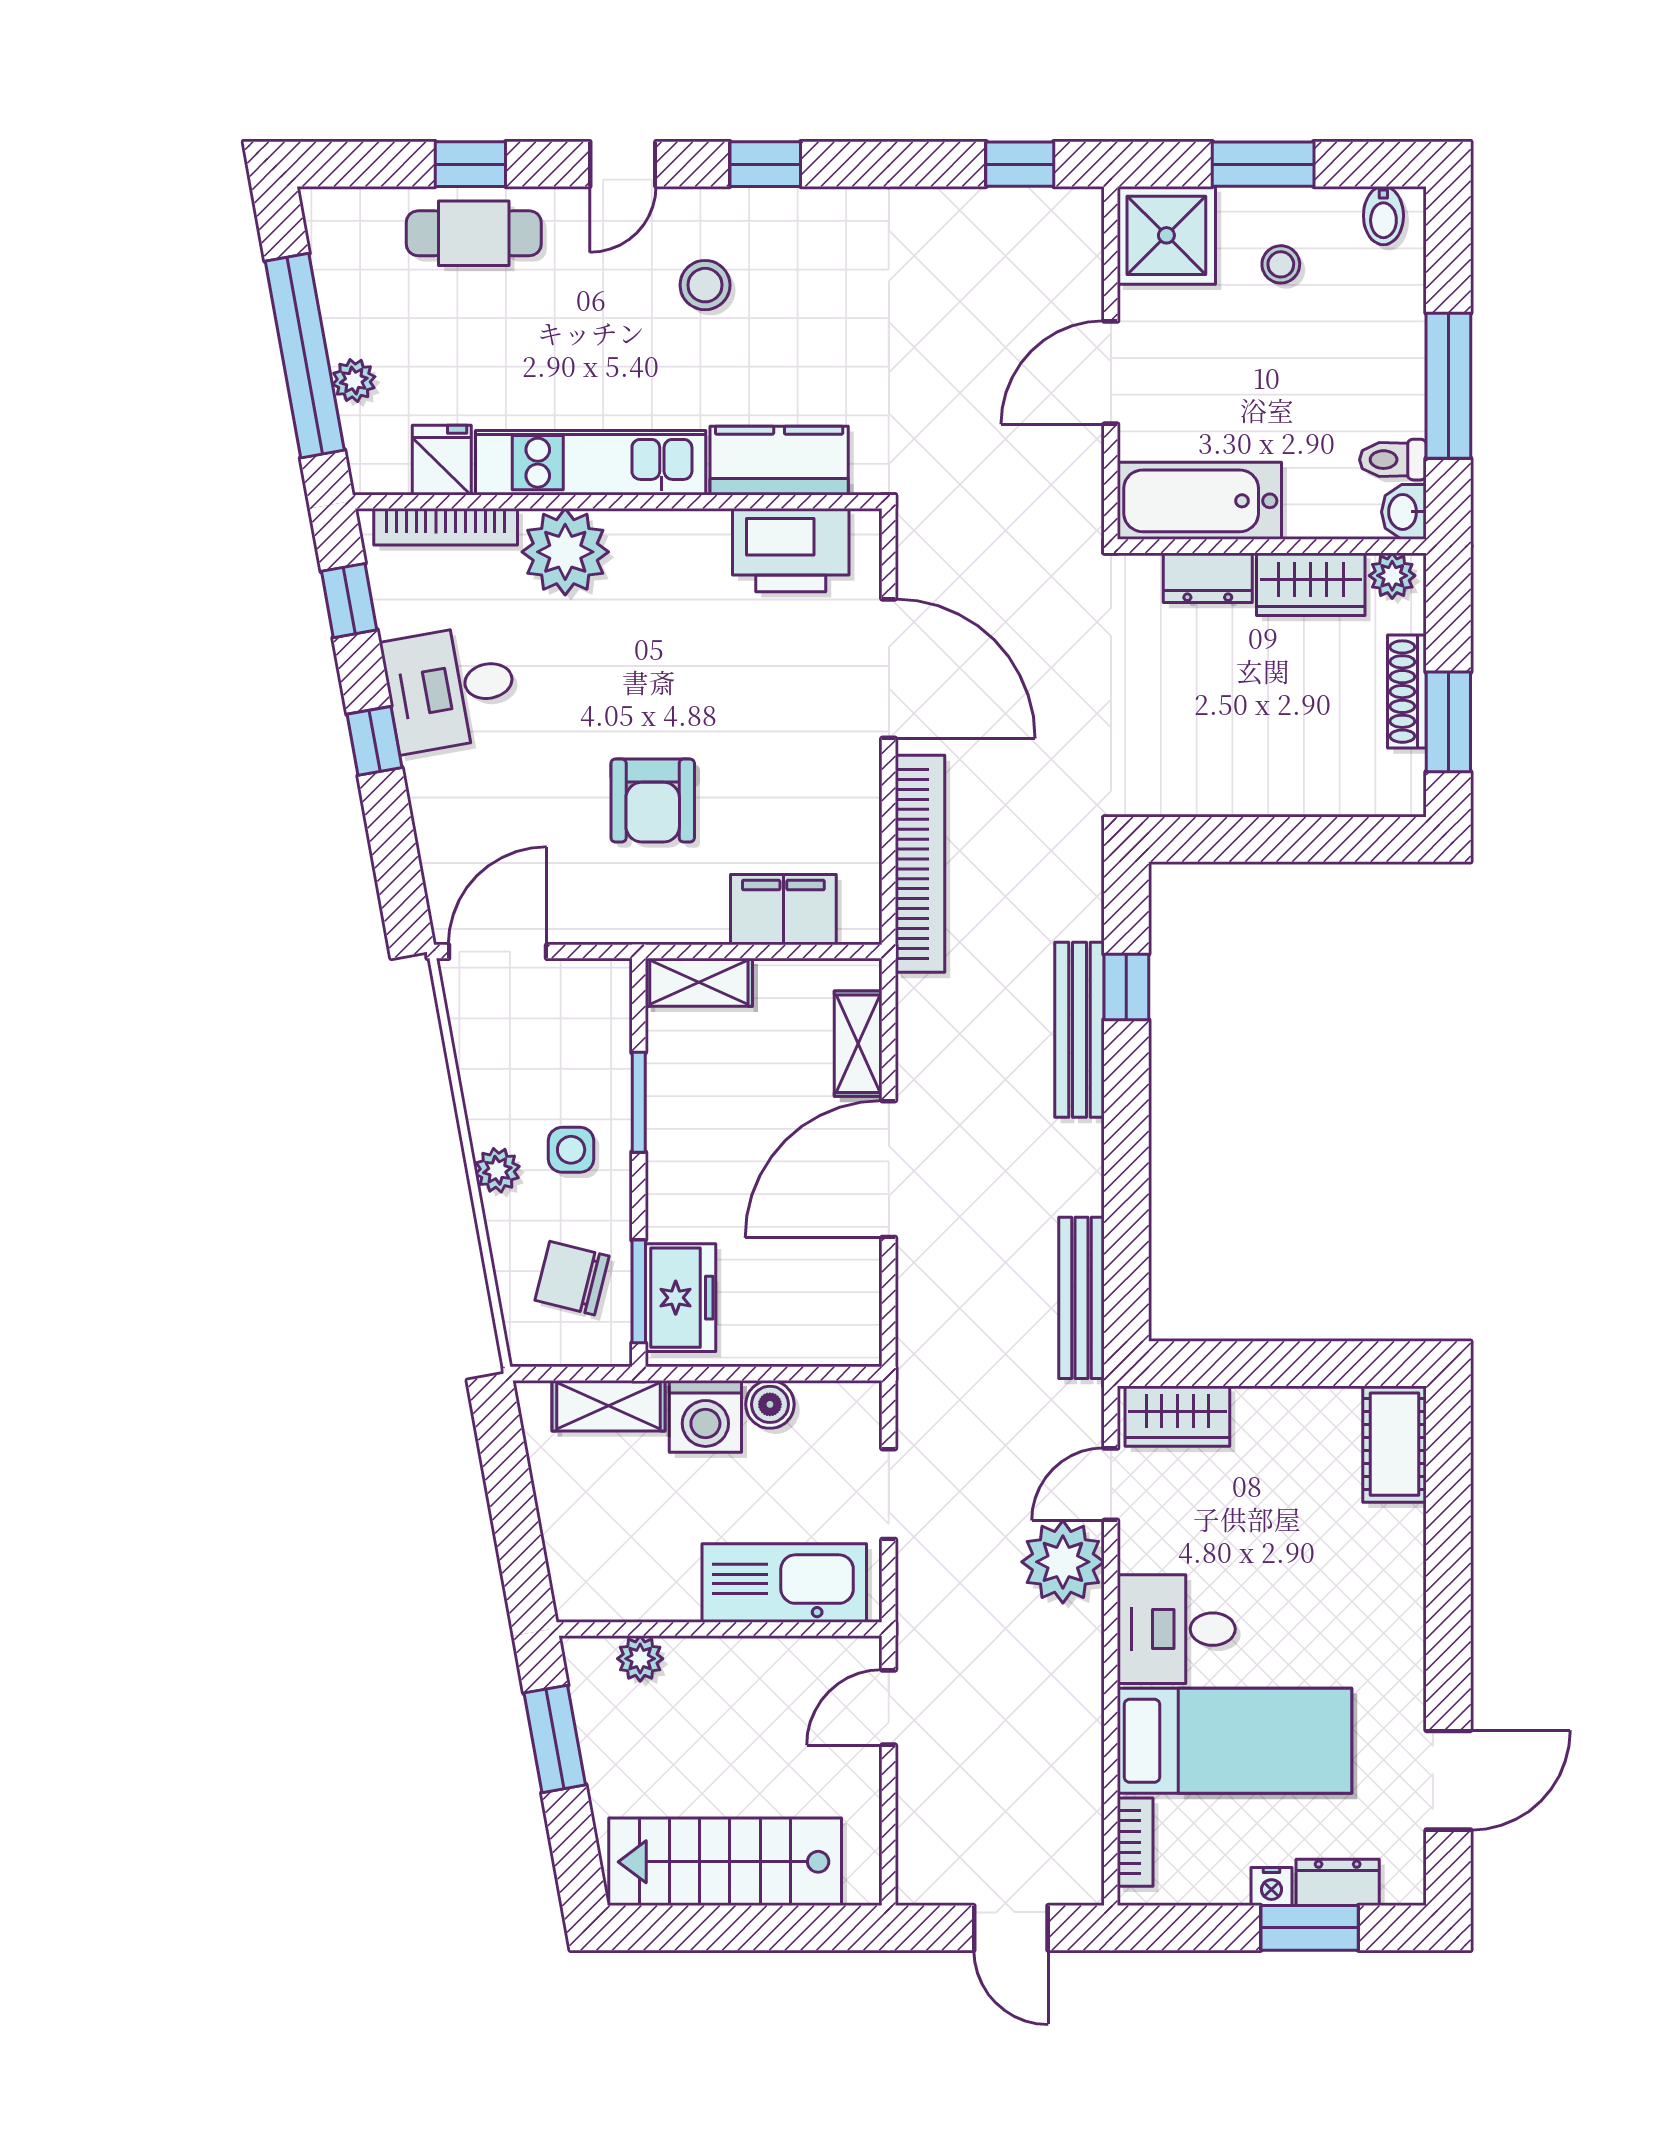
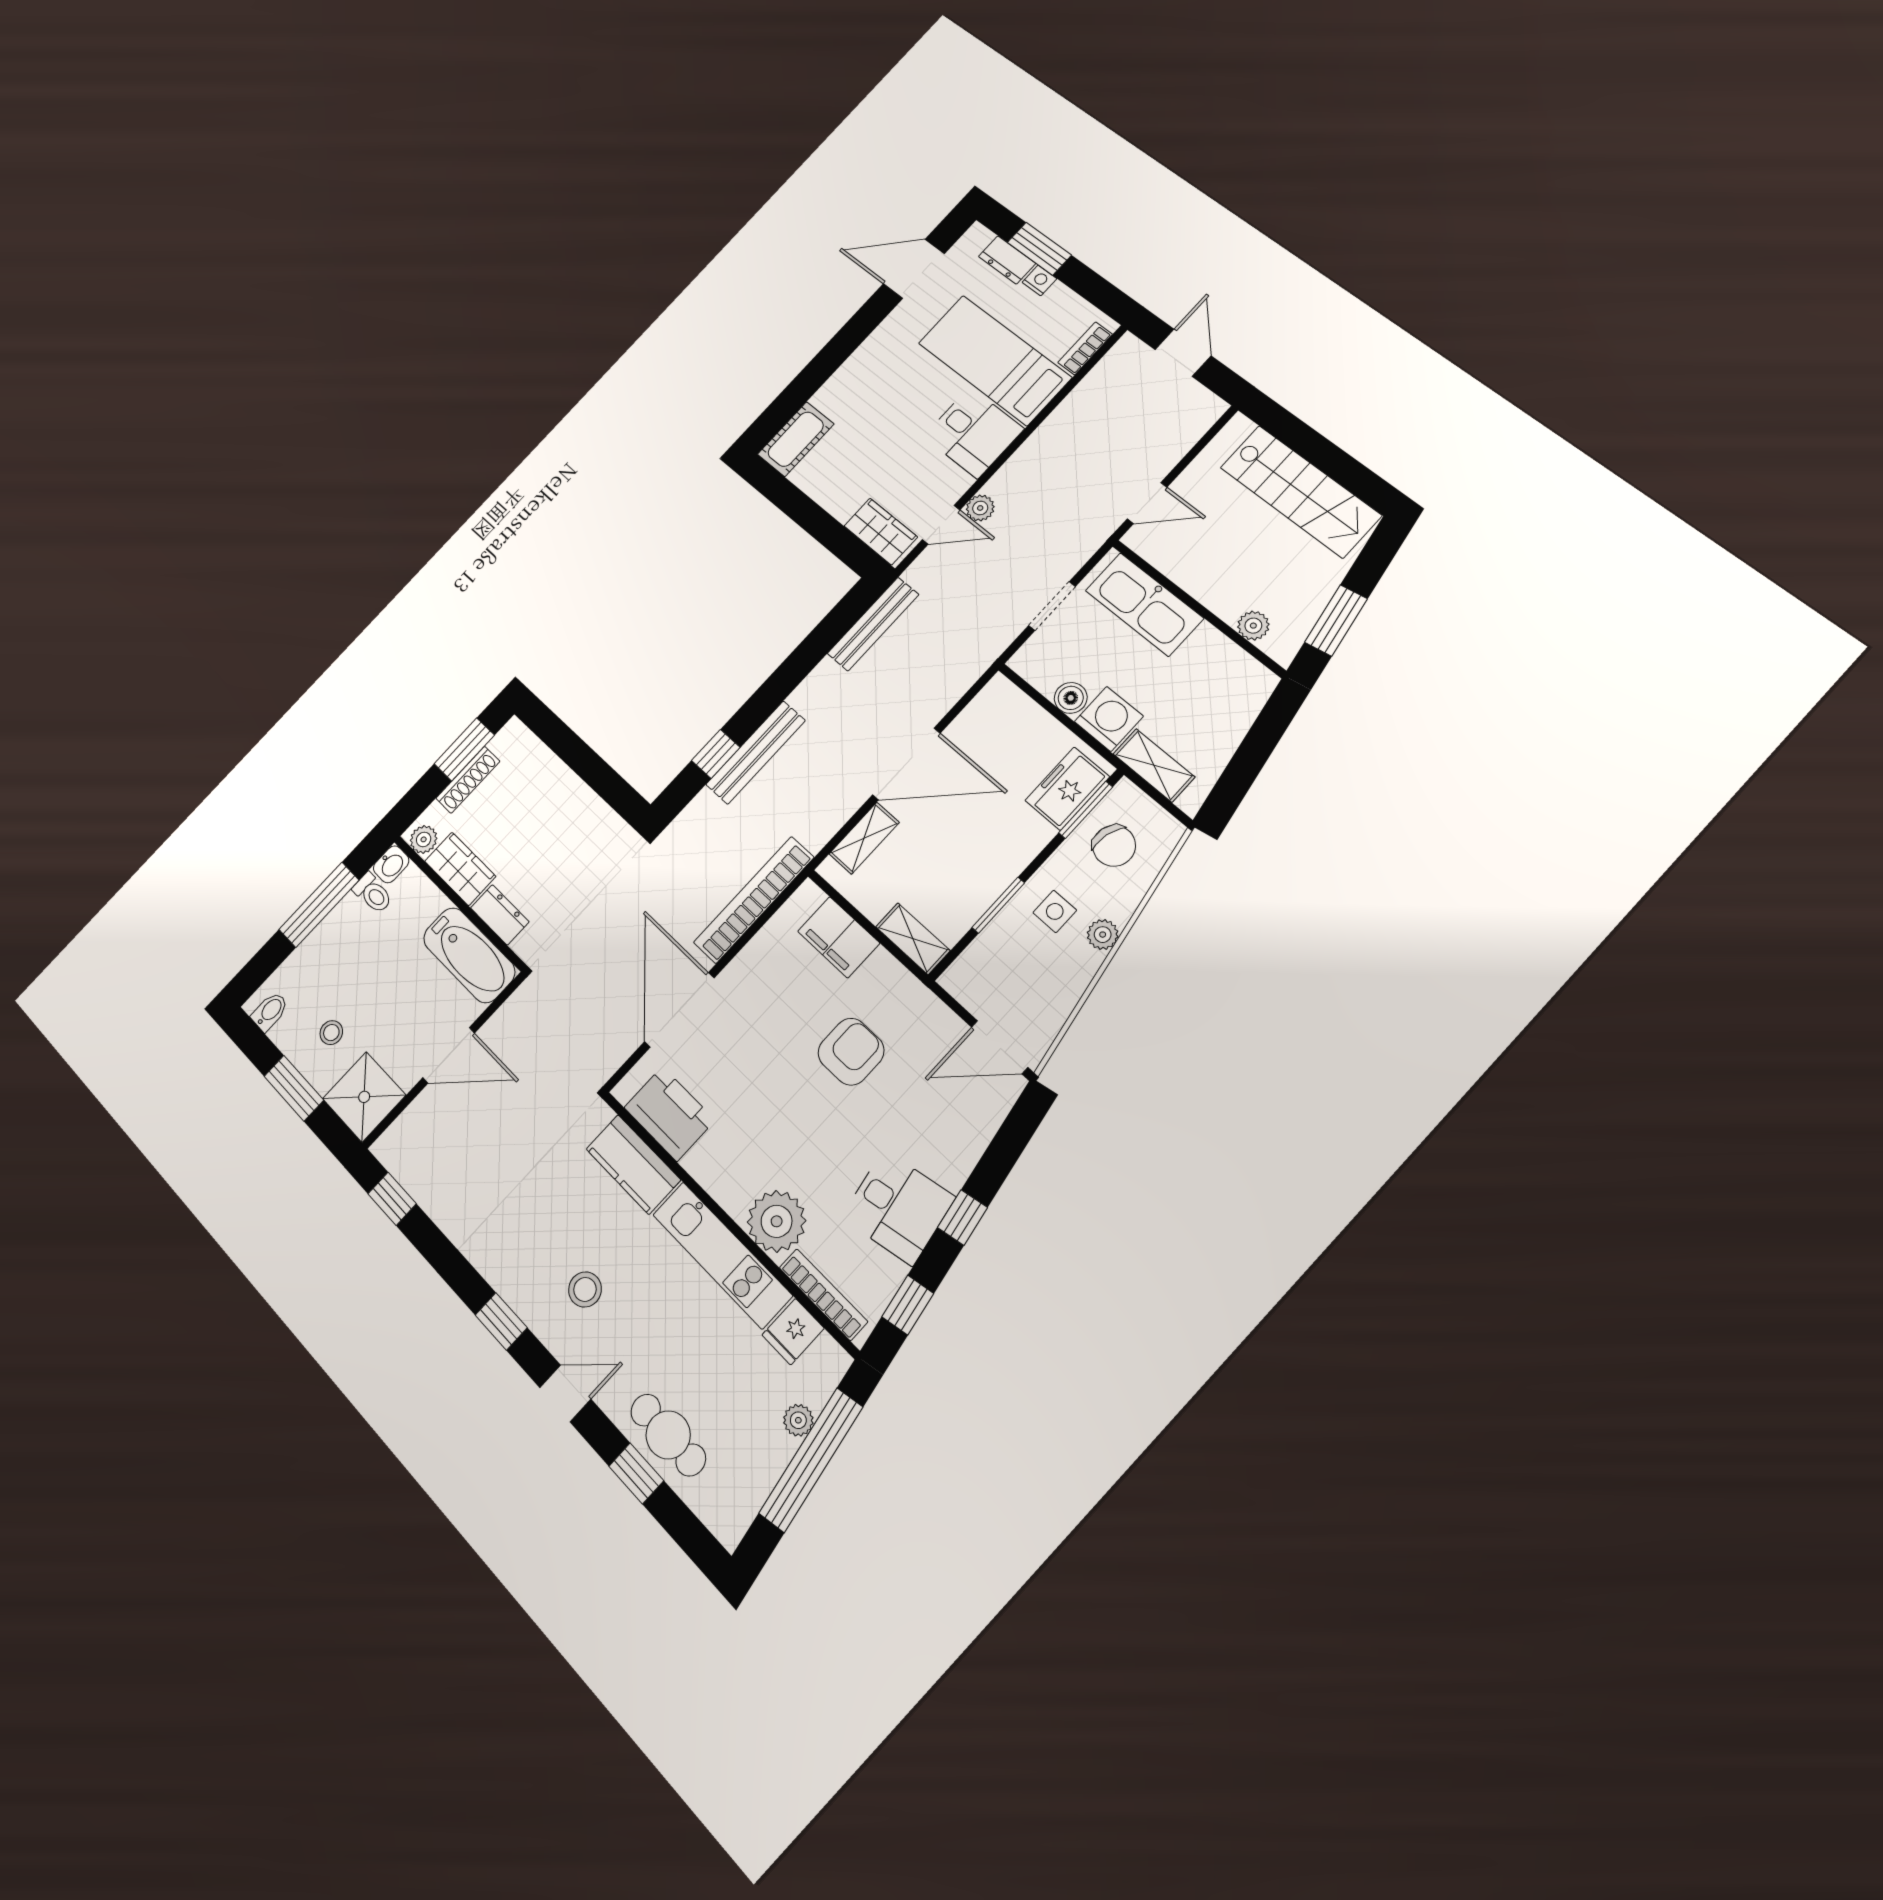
plant: (1063, 1562) -> (980, 508), width x0.53, depth x0.53

